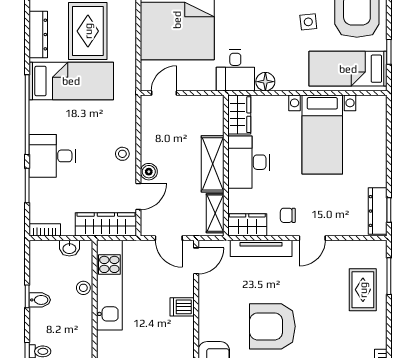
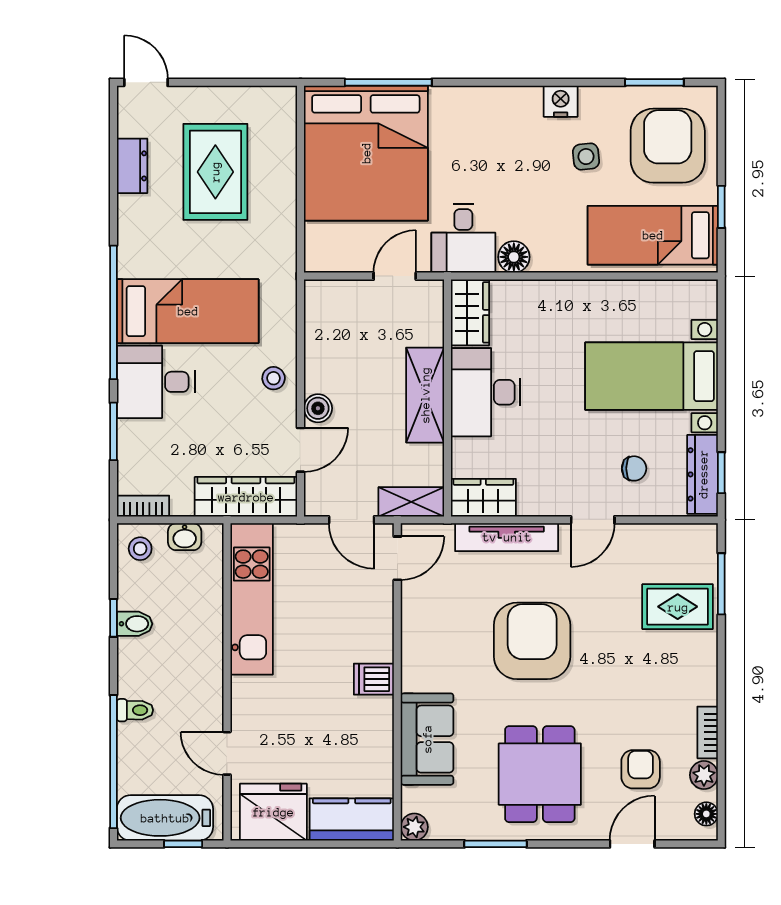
dresser: (38, 35) -> (132, 166), width x0.70
bed: (71, 81) -> (188, 311), moved
door: (164, 93) -> (395, 276), moved
bed with nightstands: (322, 135) -> (651, 376), moved, turned 90
shelving: (215, 213) -> (411, 502), moved, turned 90
chair: (288, 215) -> (634, 468), moved, turned 180
stool: (83, 288) -> (140, 549), moved
rug: (363, 290) -> (678, 607), turned 90
dishwasher: (182, 307) -> (374, 679), moved
armchair: (272, 326) -> (532, 641), moved, turned 90

